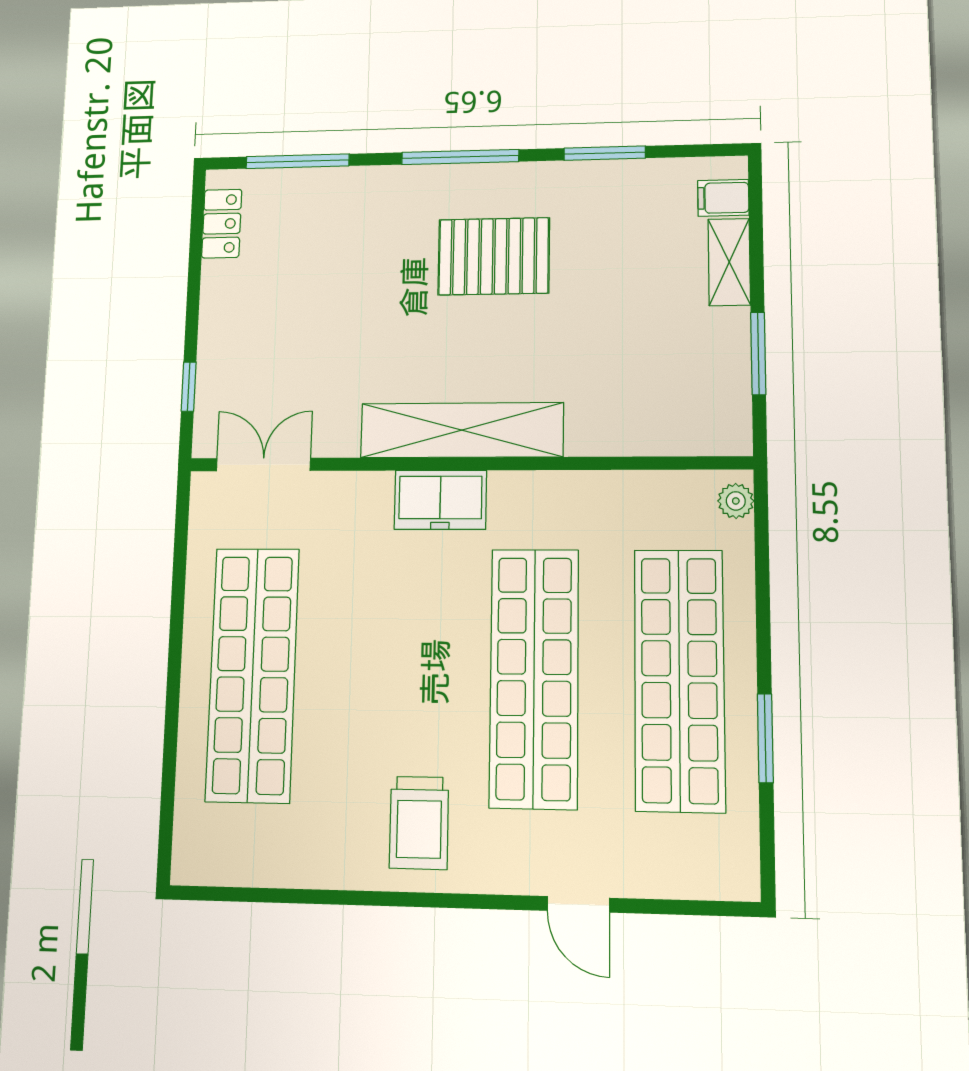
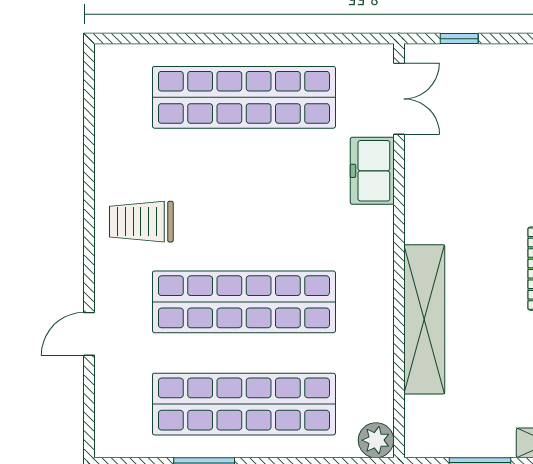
shelving: (462, 430) -> (424, 319), moved
freezer: (440, 500) -> (372, 171), moved
plant: (736, 501) -> (376, 440), width x1.38, depth x1.38

